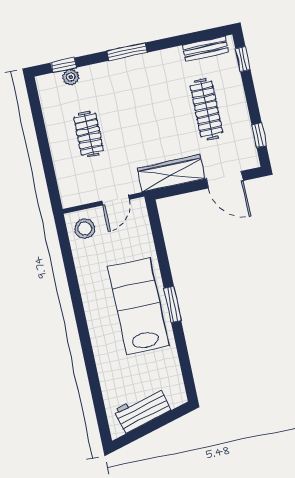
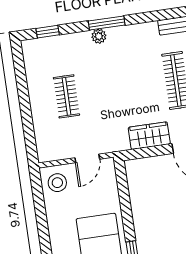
plant: (71, 77) -> (99, 36), moved
wardrobe: (171, 173) -> (149, 136), width x0.67

